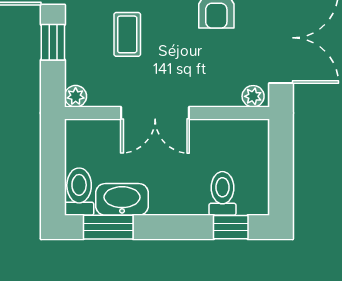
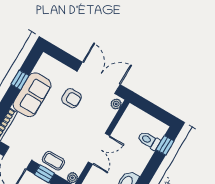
coffee table: (127, 34) -> (53, 161), moved

